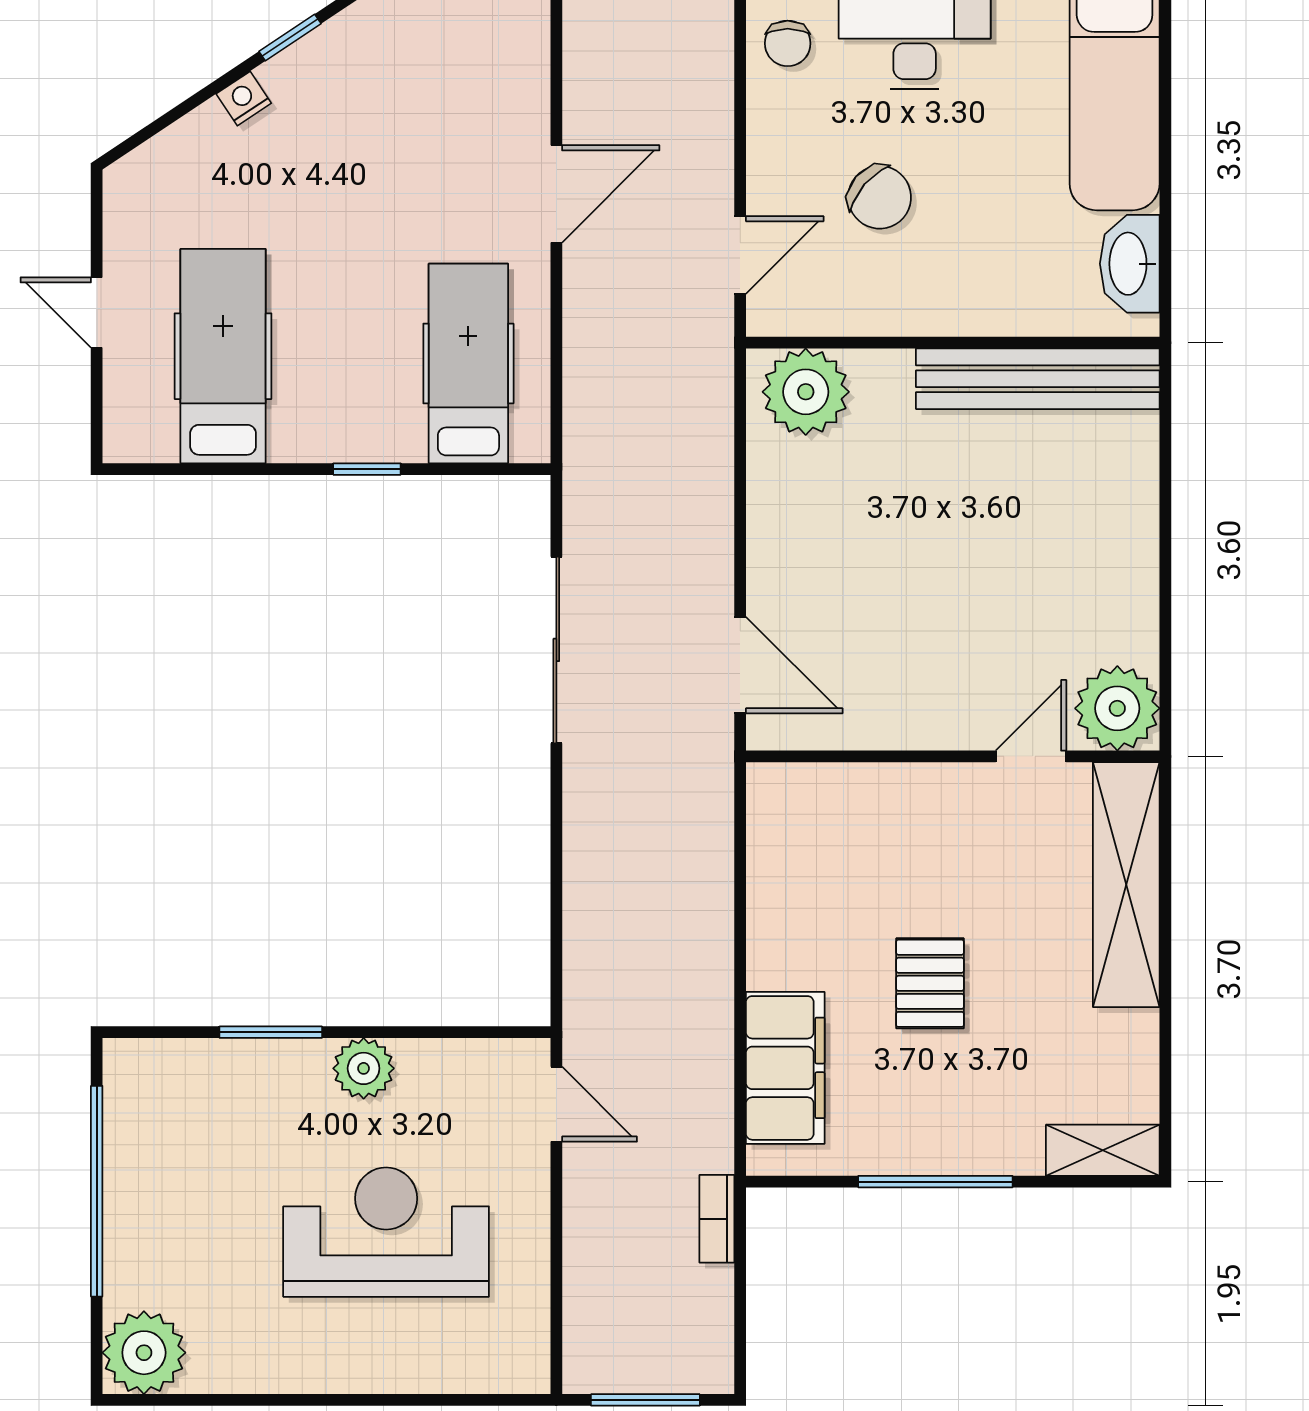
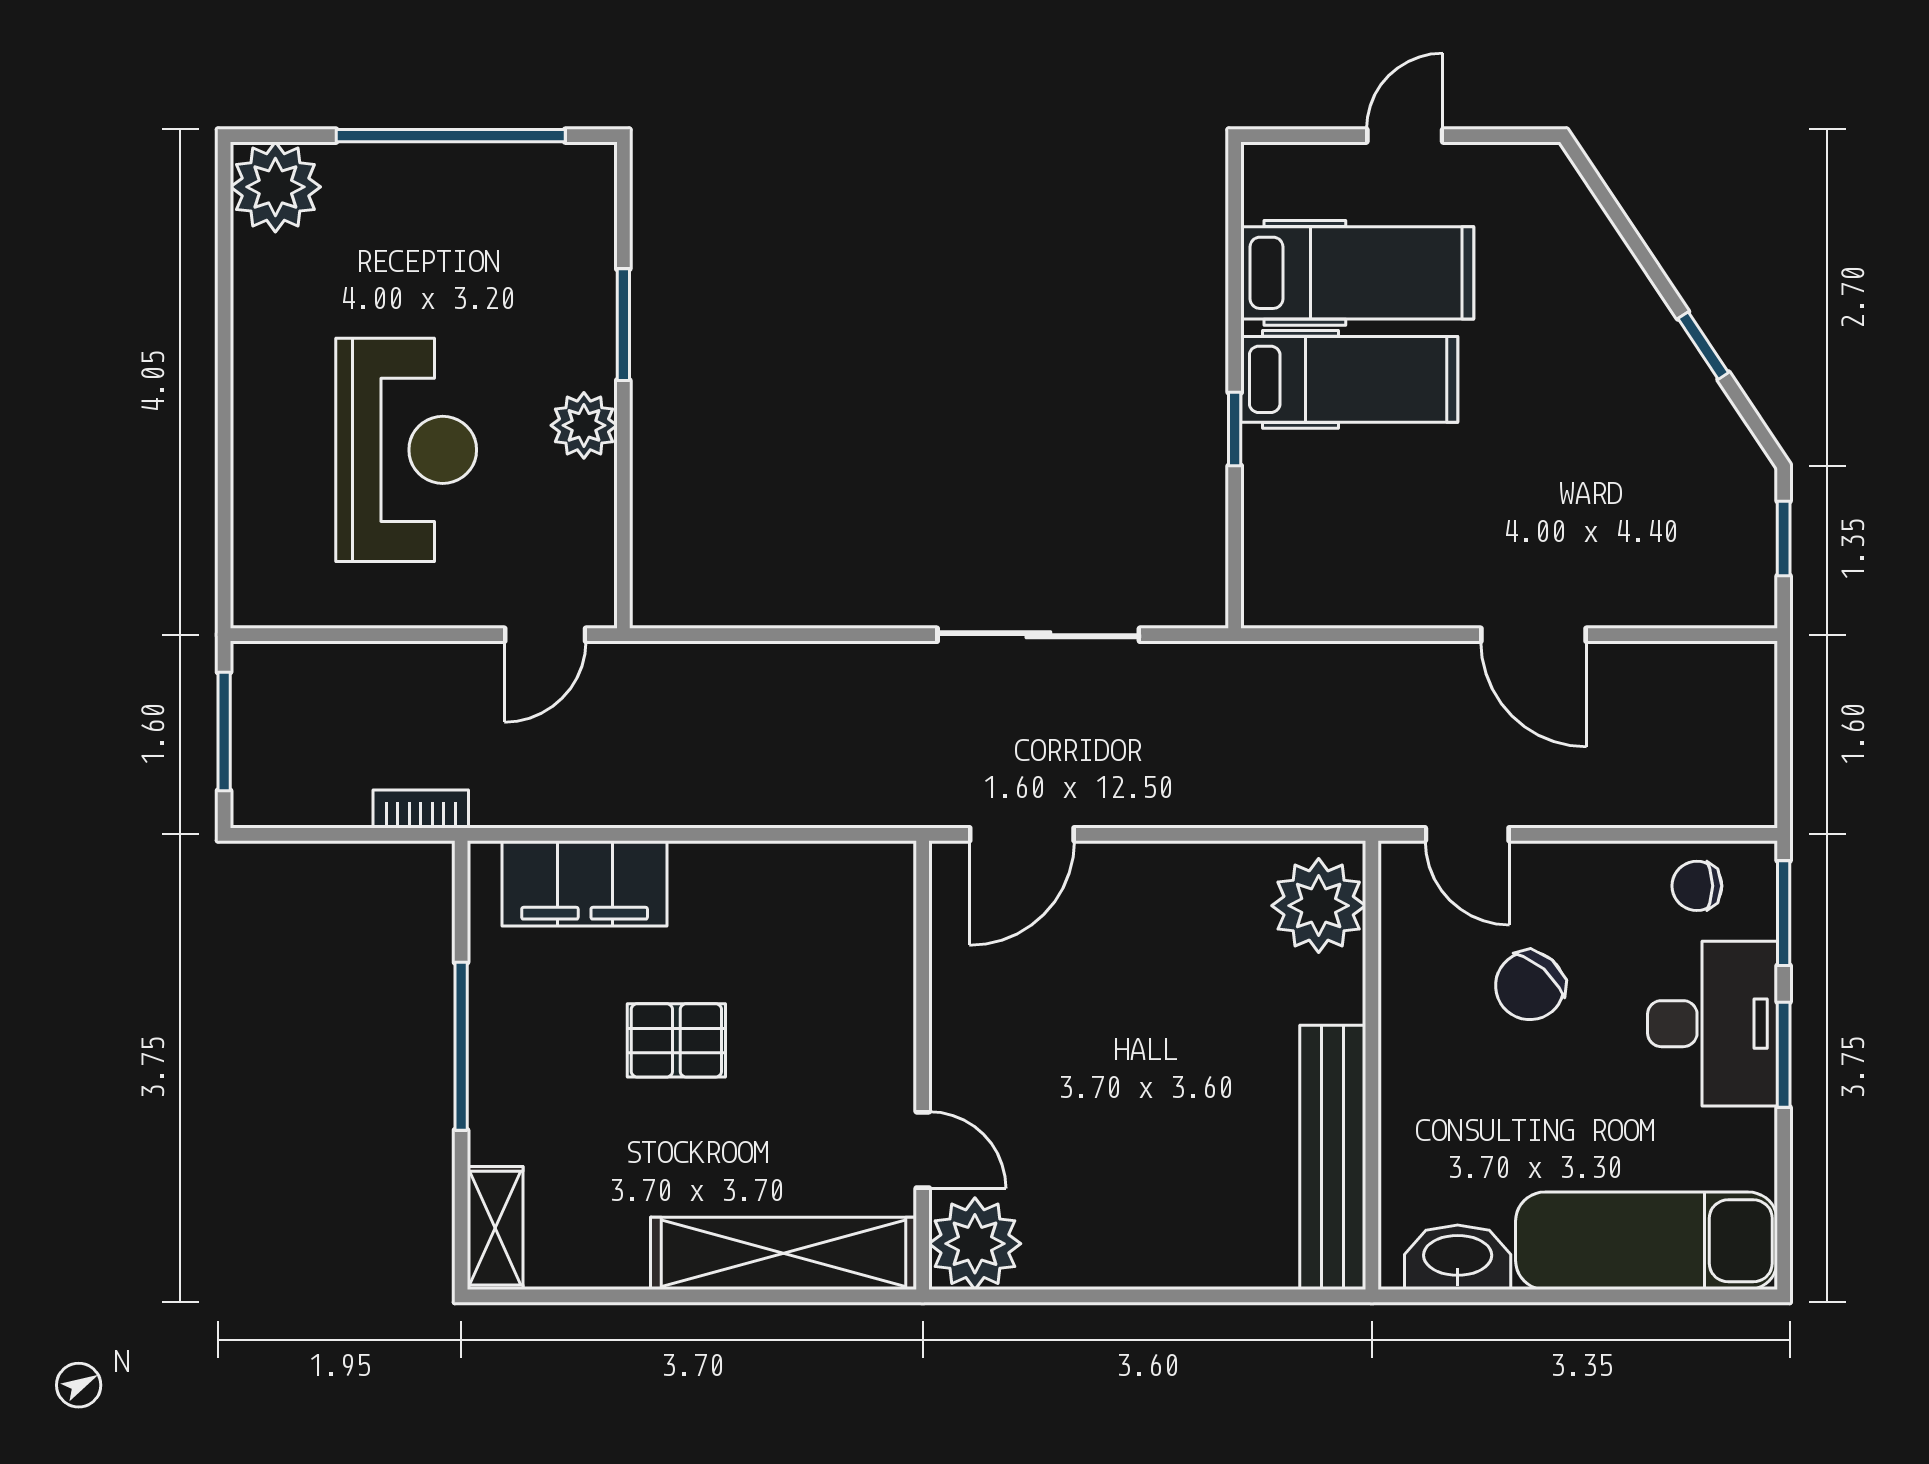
nightstand: (244, 98) -> (1637, 295), removed
hospital bed: (468, 364) -> (1349, 379), moved

